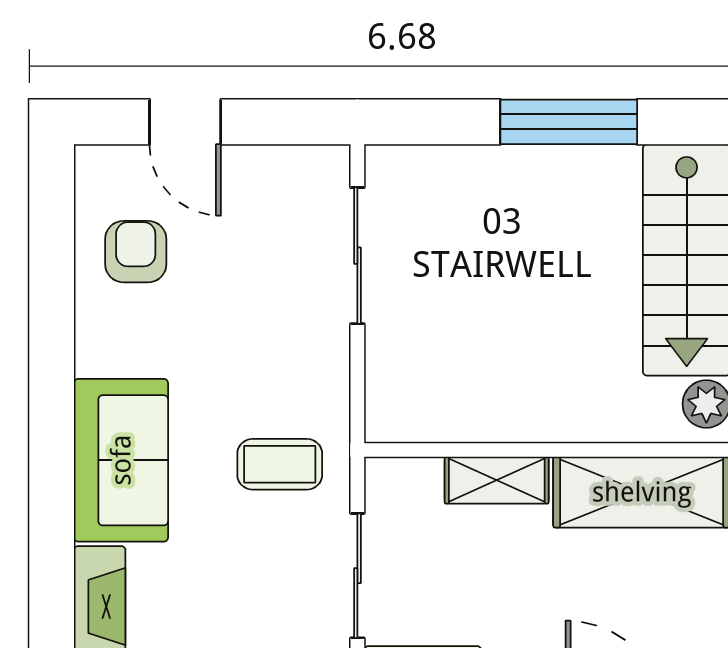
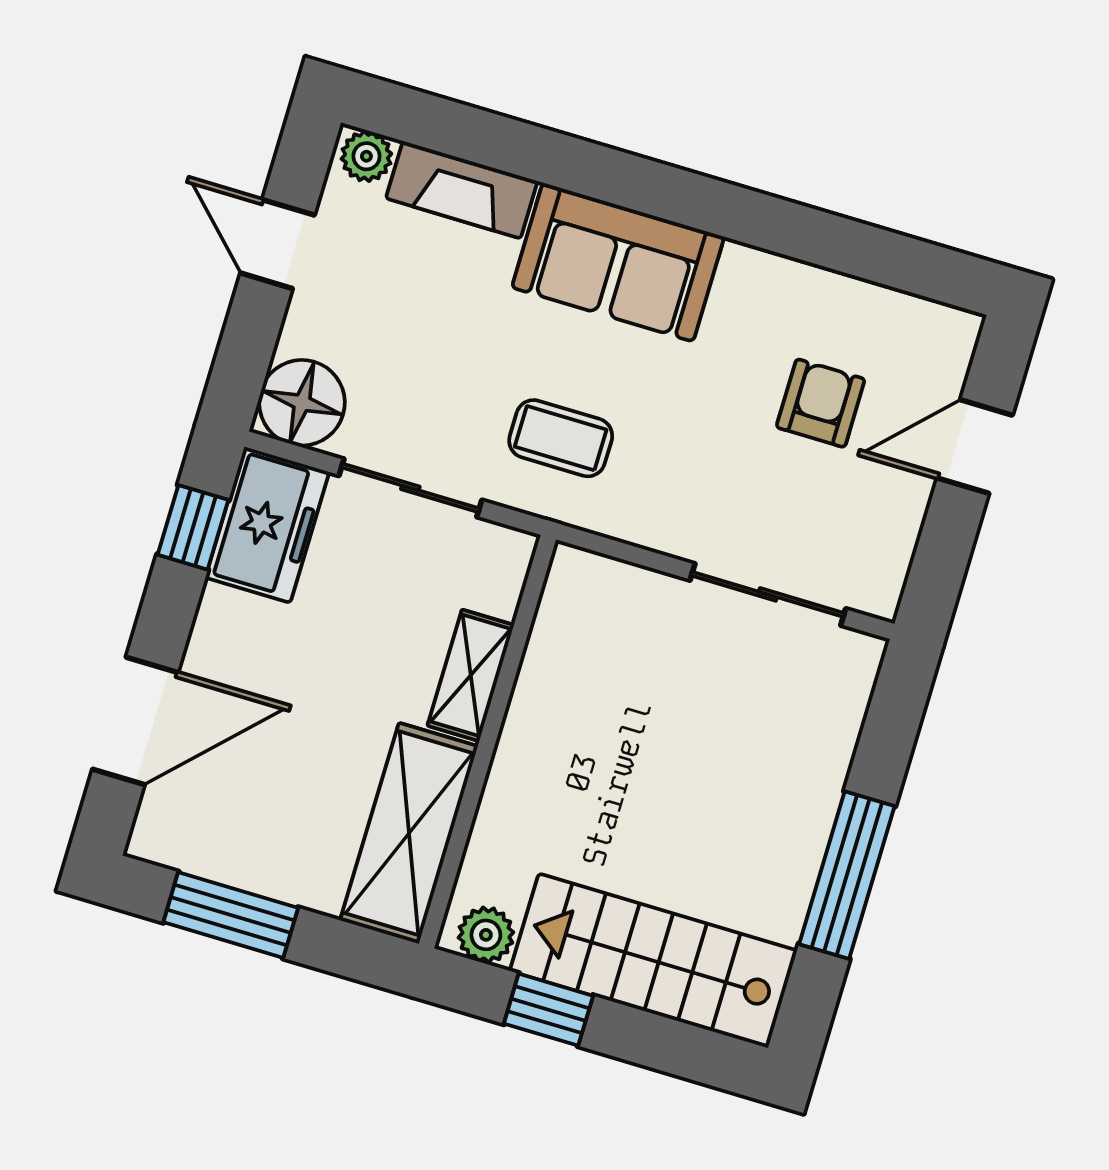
armchair: (136, 252) -> (821, 403), moved, turned -90
coffee table: (280, 464) -> (561, 438), turned 90

